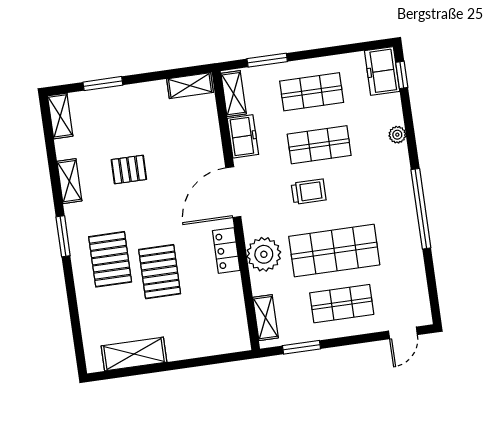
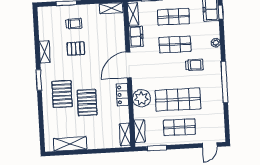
shelving: (60, 116) -> (125, 134), moved
trolley: (121, 122) -> (74, 24), added
trolley: (309, 192) -> (194, 65), moved

